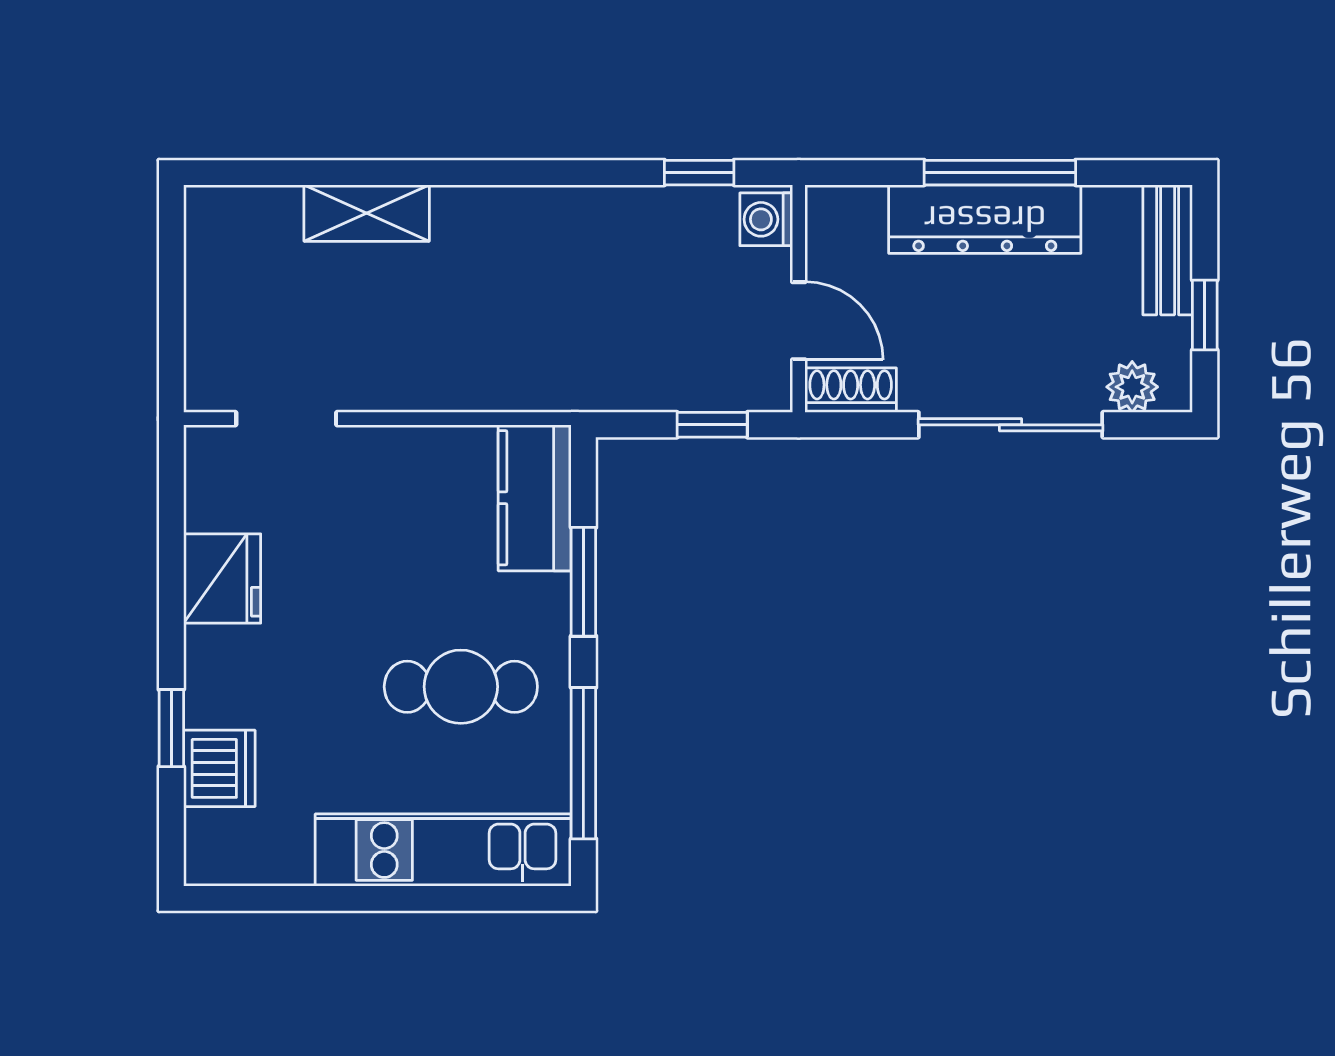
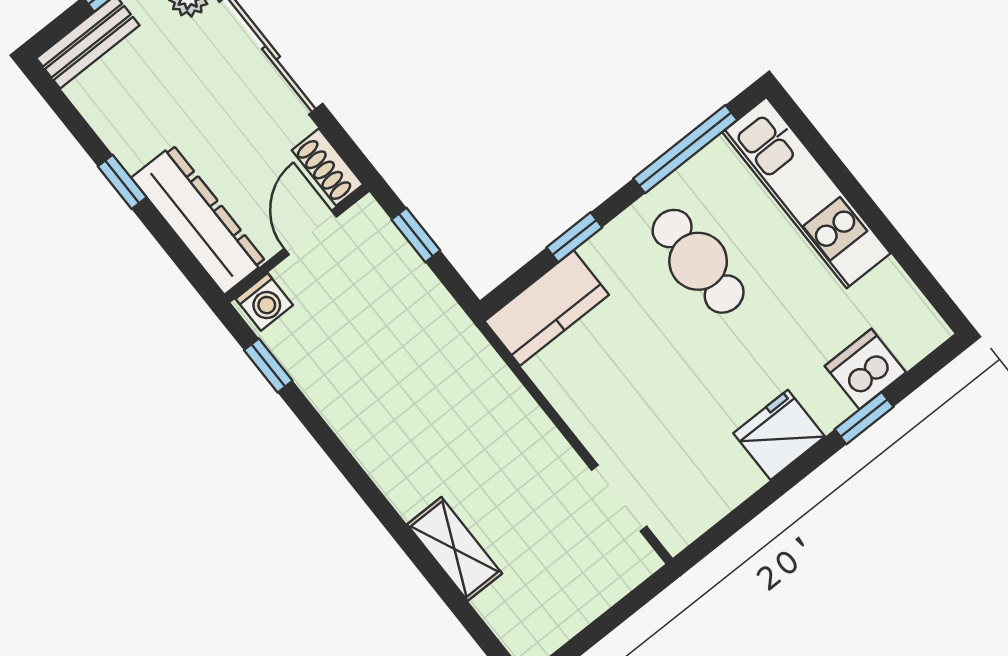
window: (1000, 173) -> (122, 182), width x0.46
dresser: (985, 219) -> (199, 220), moved
fridge: (222, 579) -> (779, 435), moved
window: (583, 582) -> (574, 237), width x0.67

